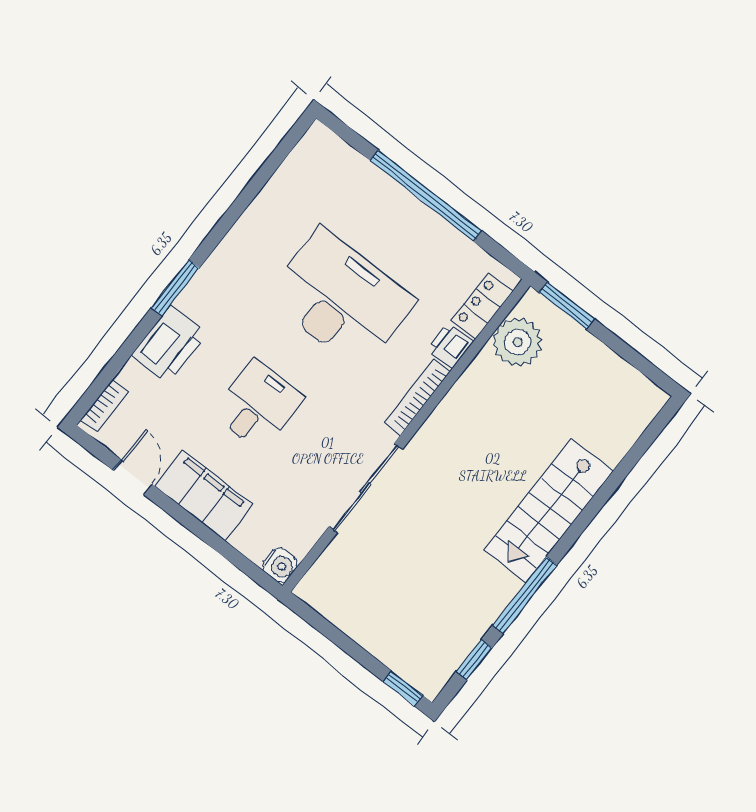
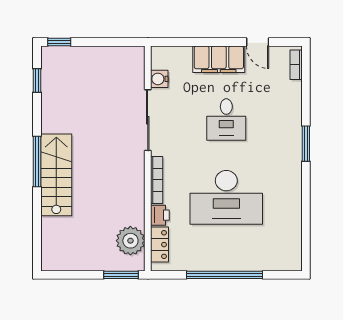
printer: (169, 344) -> (289, 116), removed
water cooler: (280, 565) -> (159, 79), moved
window: (525, 595) -> (37, 161), moved

